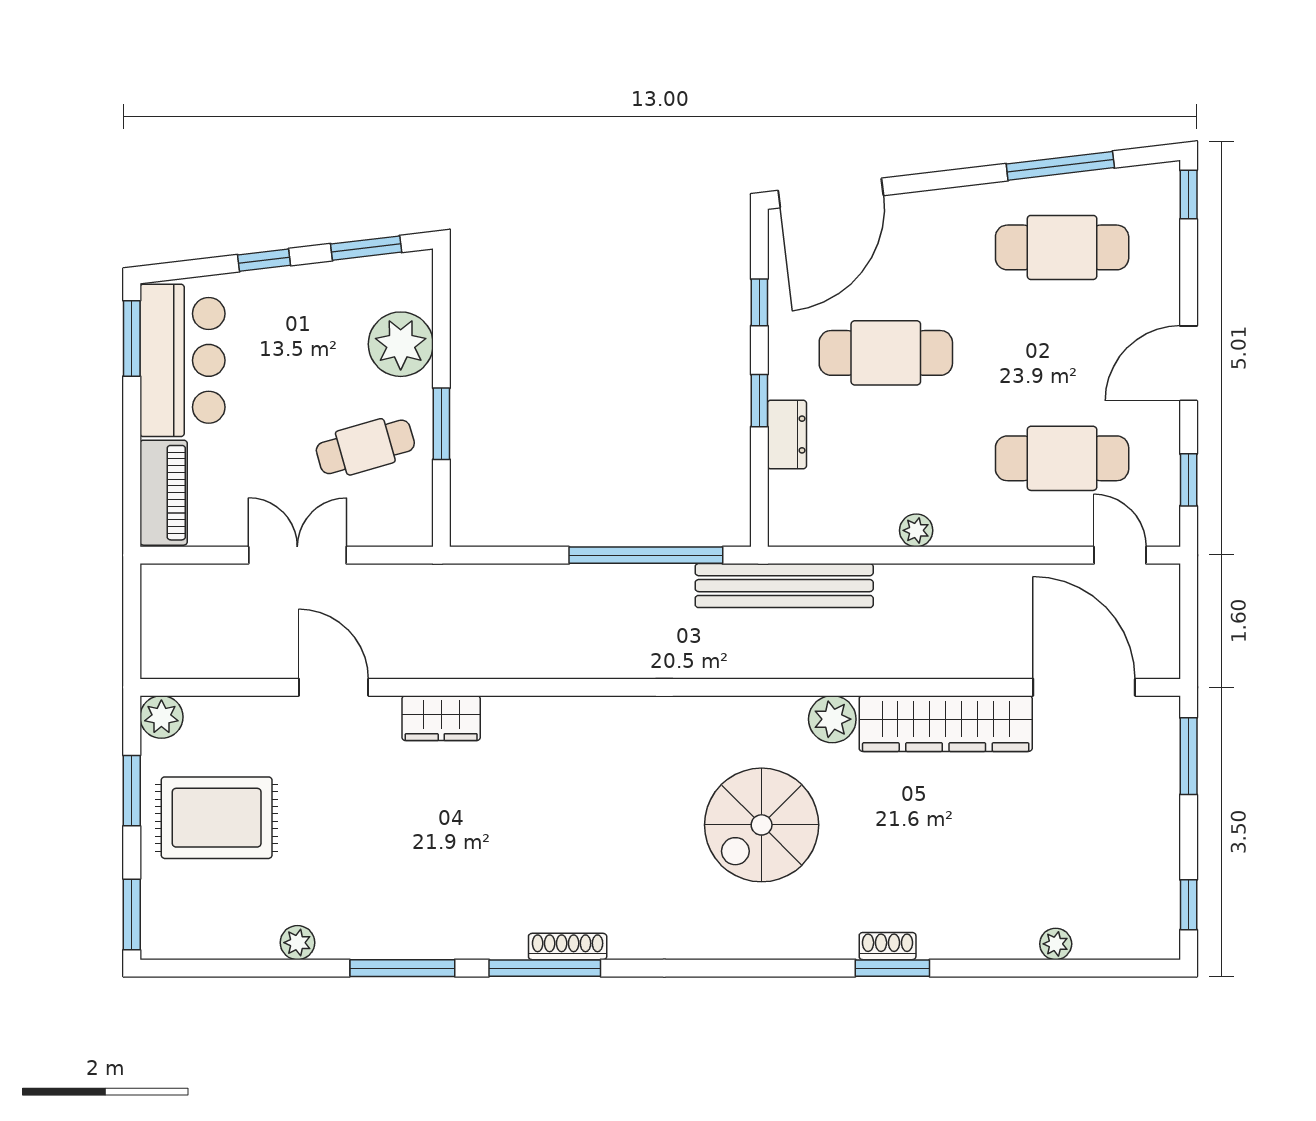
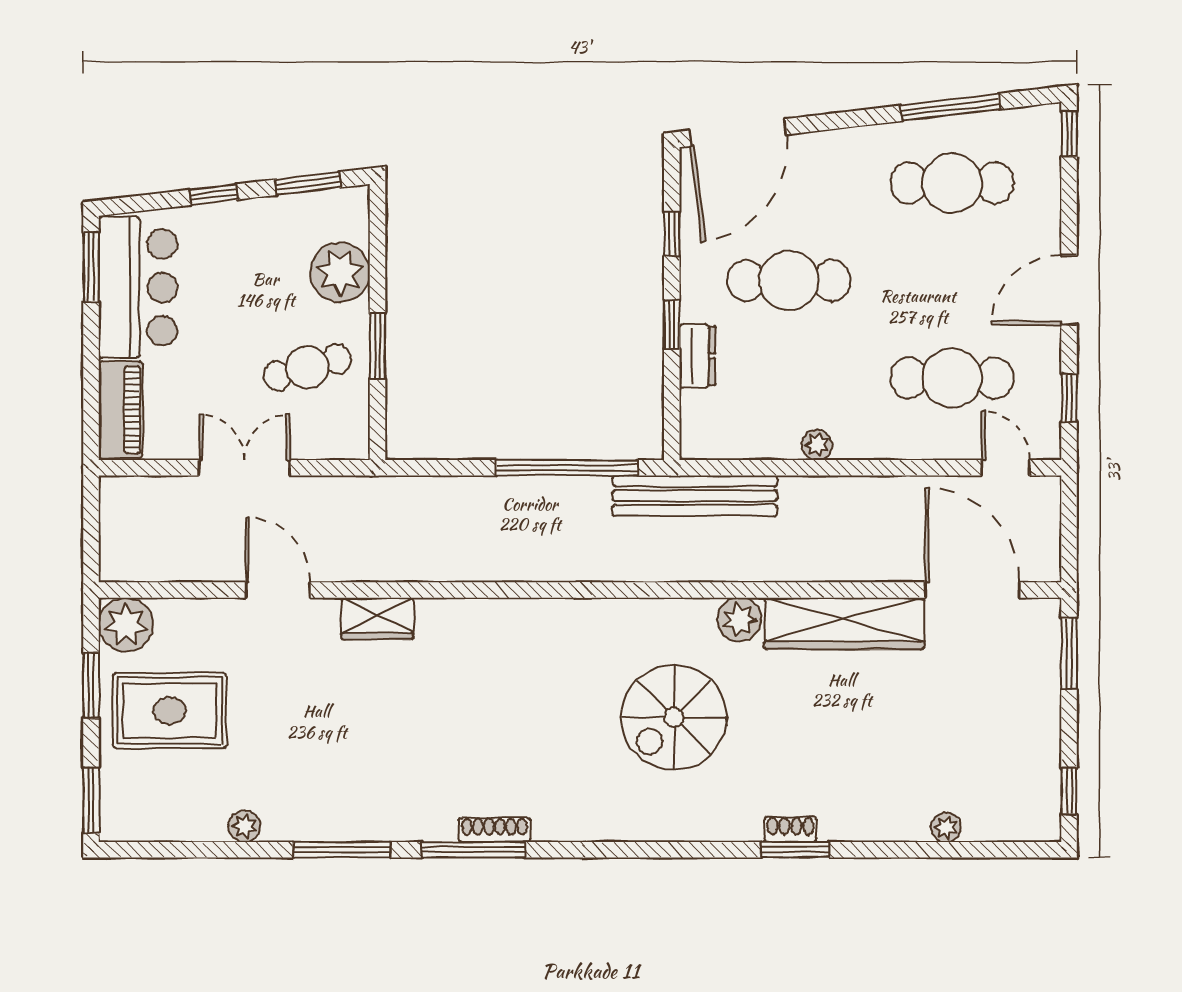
plant: (161, 717) -> (126, 625), width x1.36, depth x1.36

